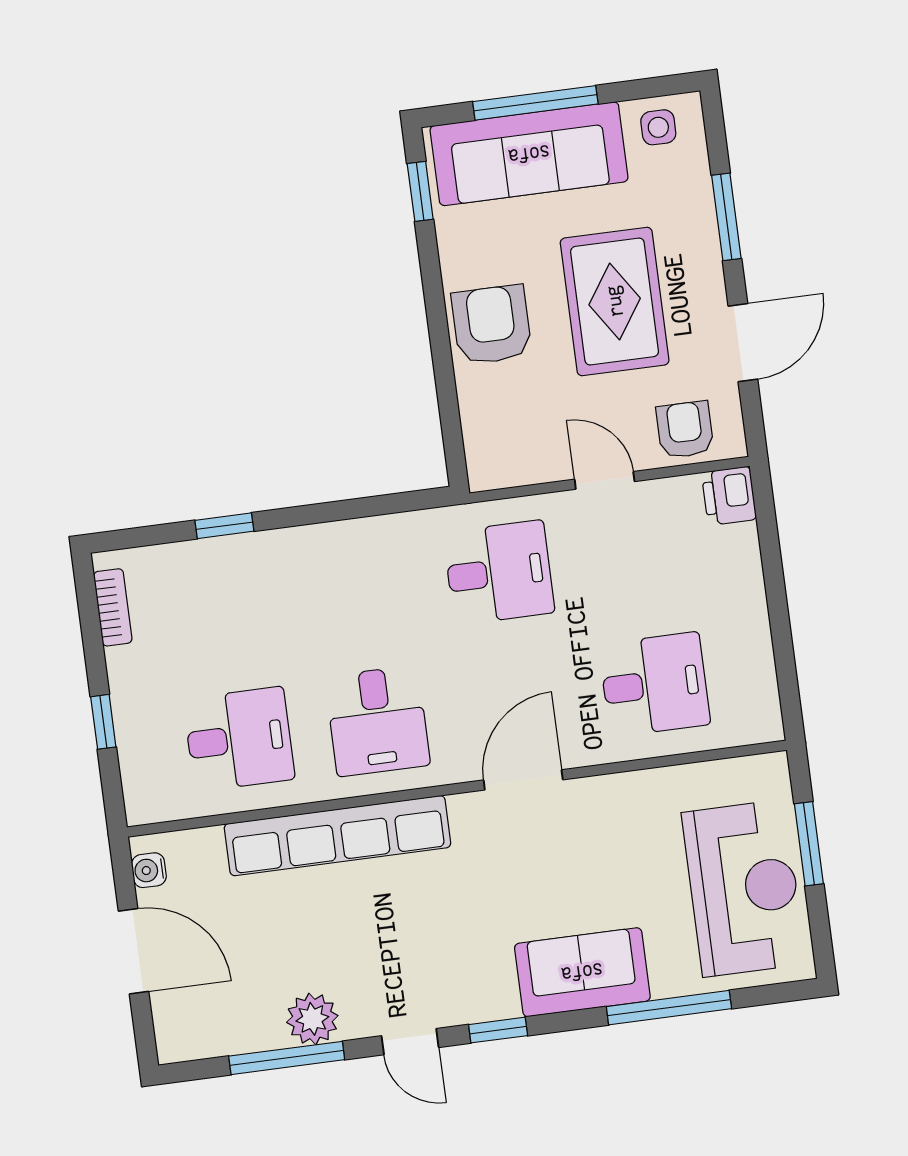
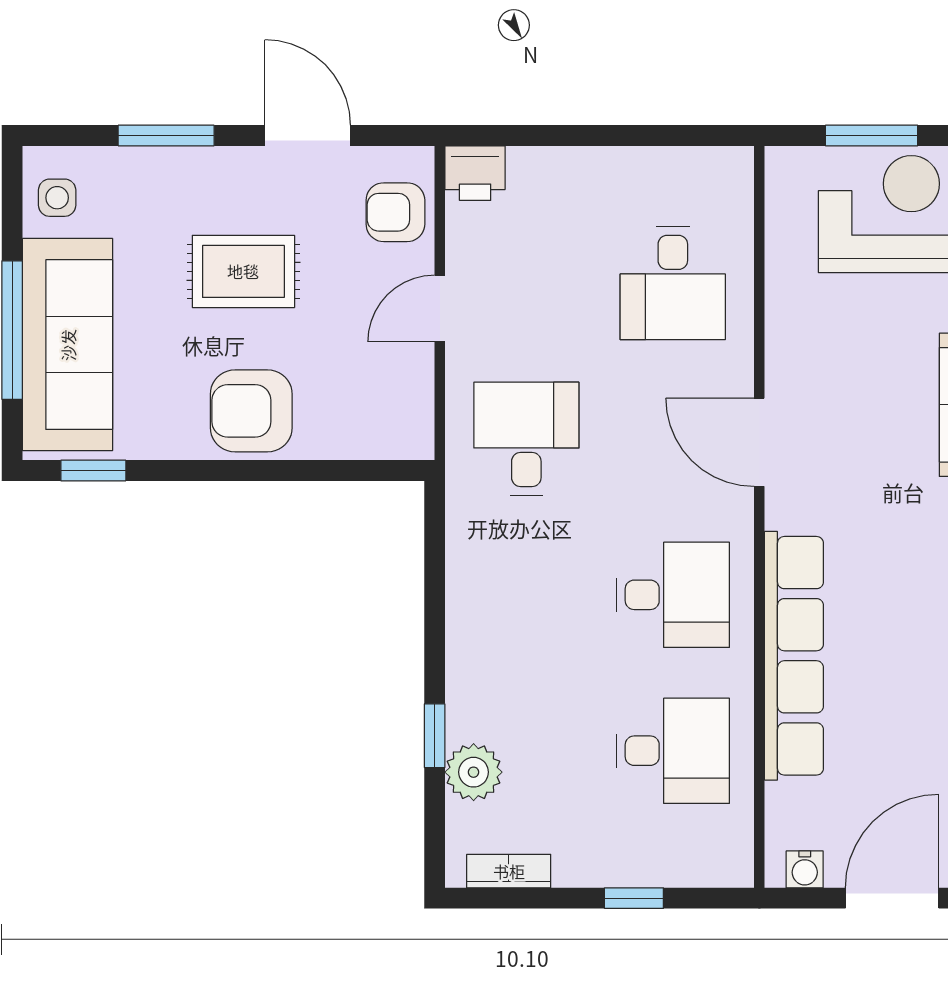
rug: (615, 301) -> (243, 271), width x0.73, depth x0.70
plant: (197, 565) -> (474, 772), added
desk: (655, 684) -> (673, 283), turned 180
desk: (239, 739) -> (673, 751), turned 90

